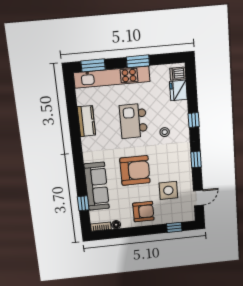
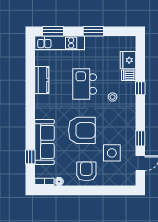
dishwasher: (178, 74) -> (129, 75), moved
kitchen unit: (112, 77) -> (60, 43), width x0.73
window: (196, 160) -> (140, 138), moved
armchair: (143, 212) -> (86, 171), turned -90
window: (174, 227) -> (115, 190), removed

